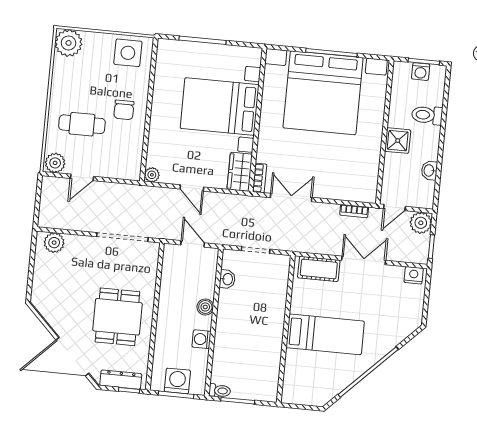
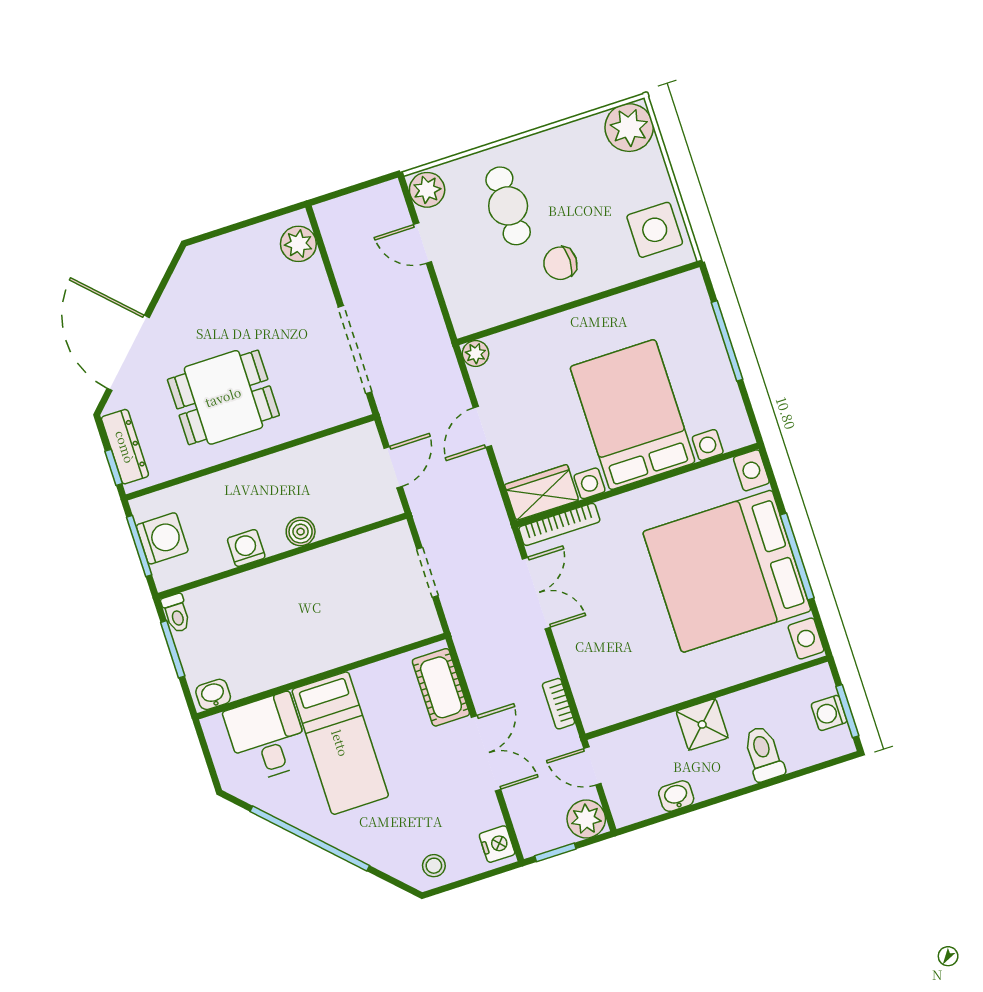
bookcase: (260, 178) -> (559, 524), width x1.56
washbasin: (227, 279) -> (213, 694), moved, turned 180
stool: (411, 313) -> (434, 866), added
desk: (305, 371) -> (267, 737), added

